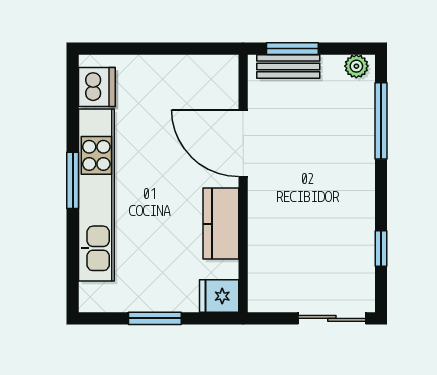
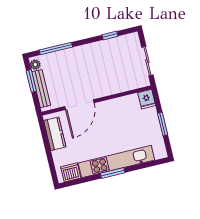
window: (292, 49) -> (31, 81), moved
bench: (288, 66) -> (41, 89), width x1.36
kitchen counter: (221, 224) -> (55, 134), moved, turned -90
sliding door: (332, 318) -> (147, 61), moved

